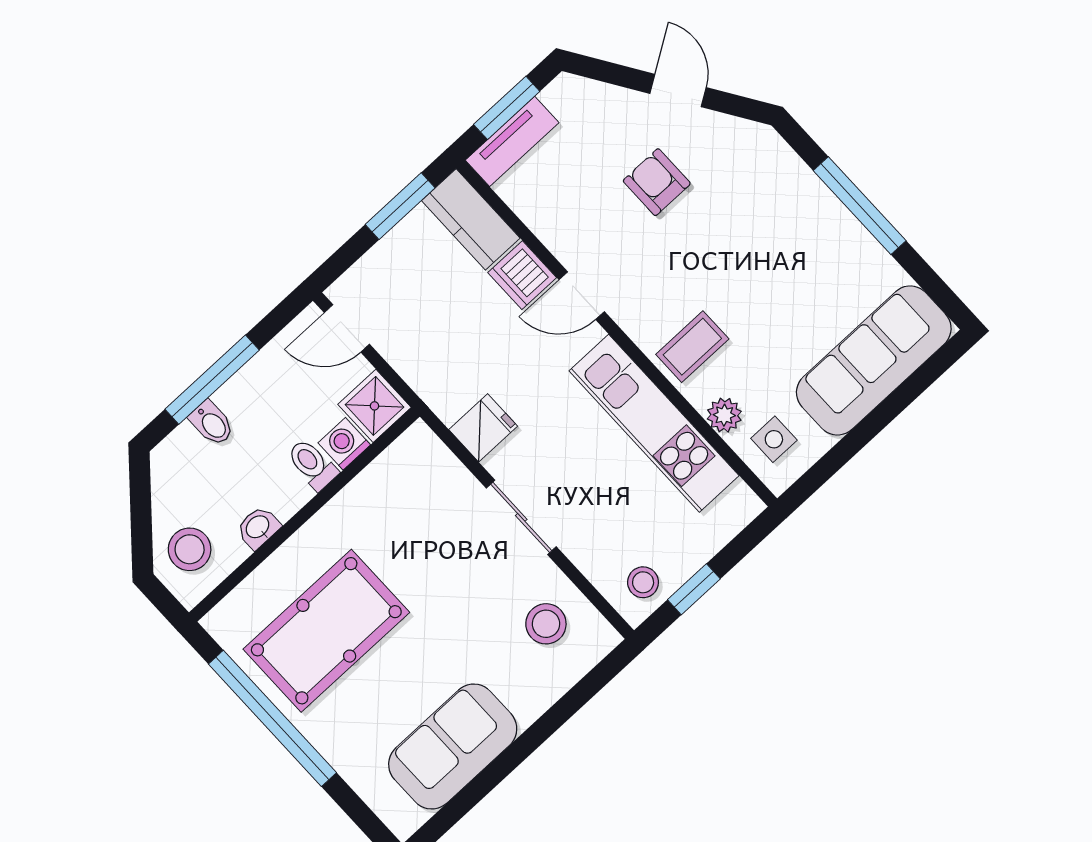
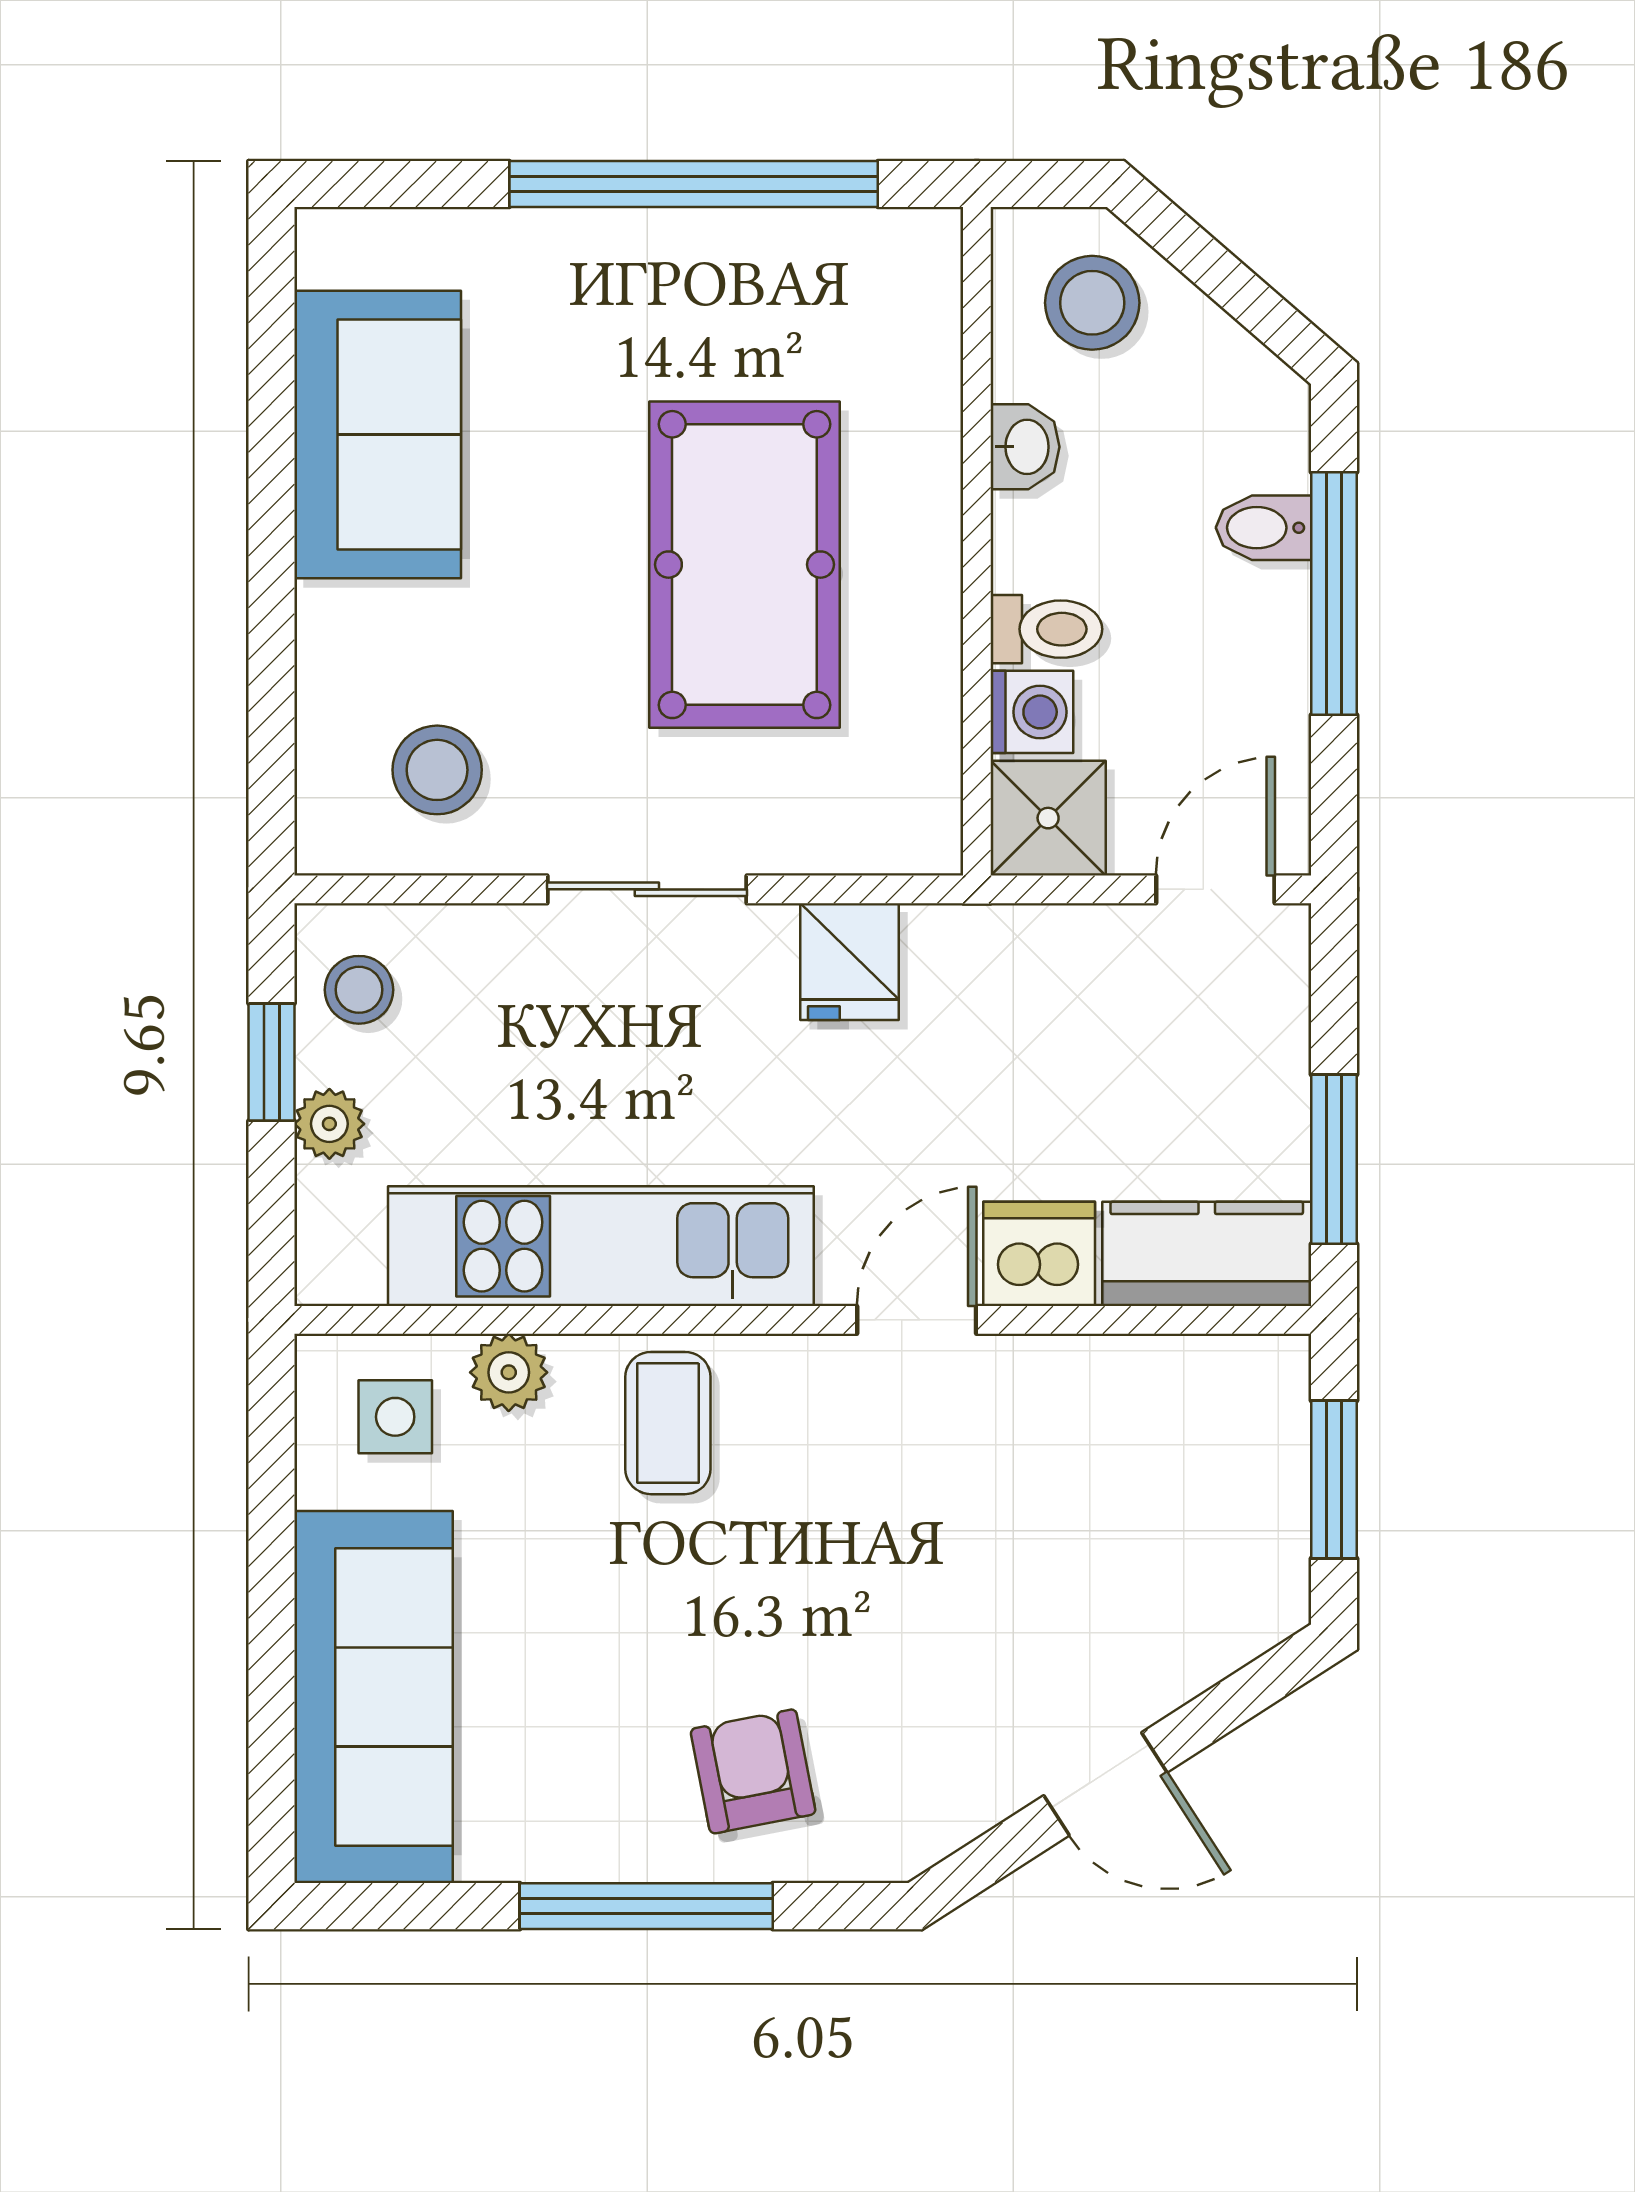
tv unit: (512, 141) -> (1271, 1438), removed
armchair: (657, 182) -> (753, 1771), moved, turned -101
plant: (697, 551) -> (329, 1124), added
pool table: (326, 631) -> (744, 565), moved

